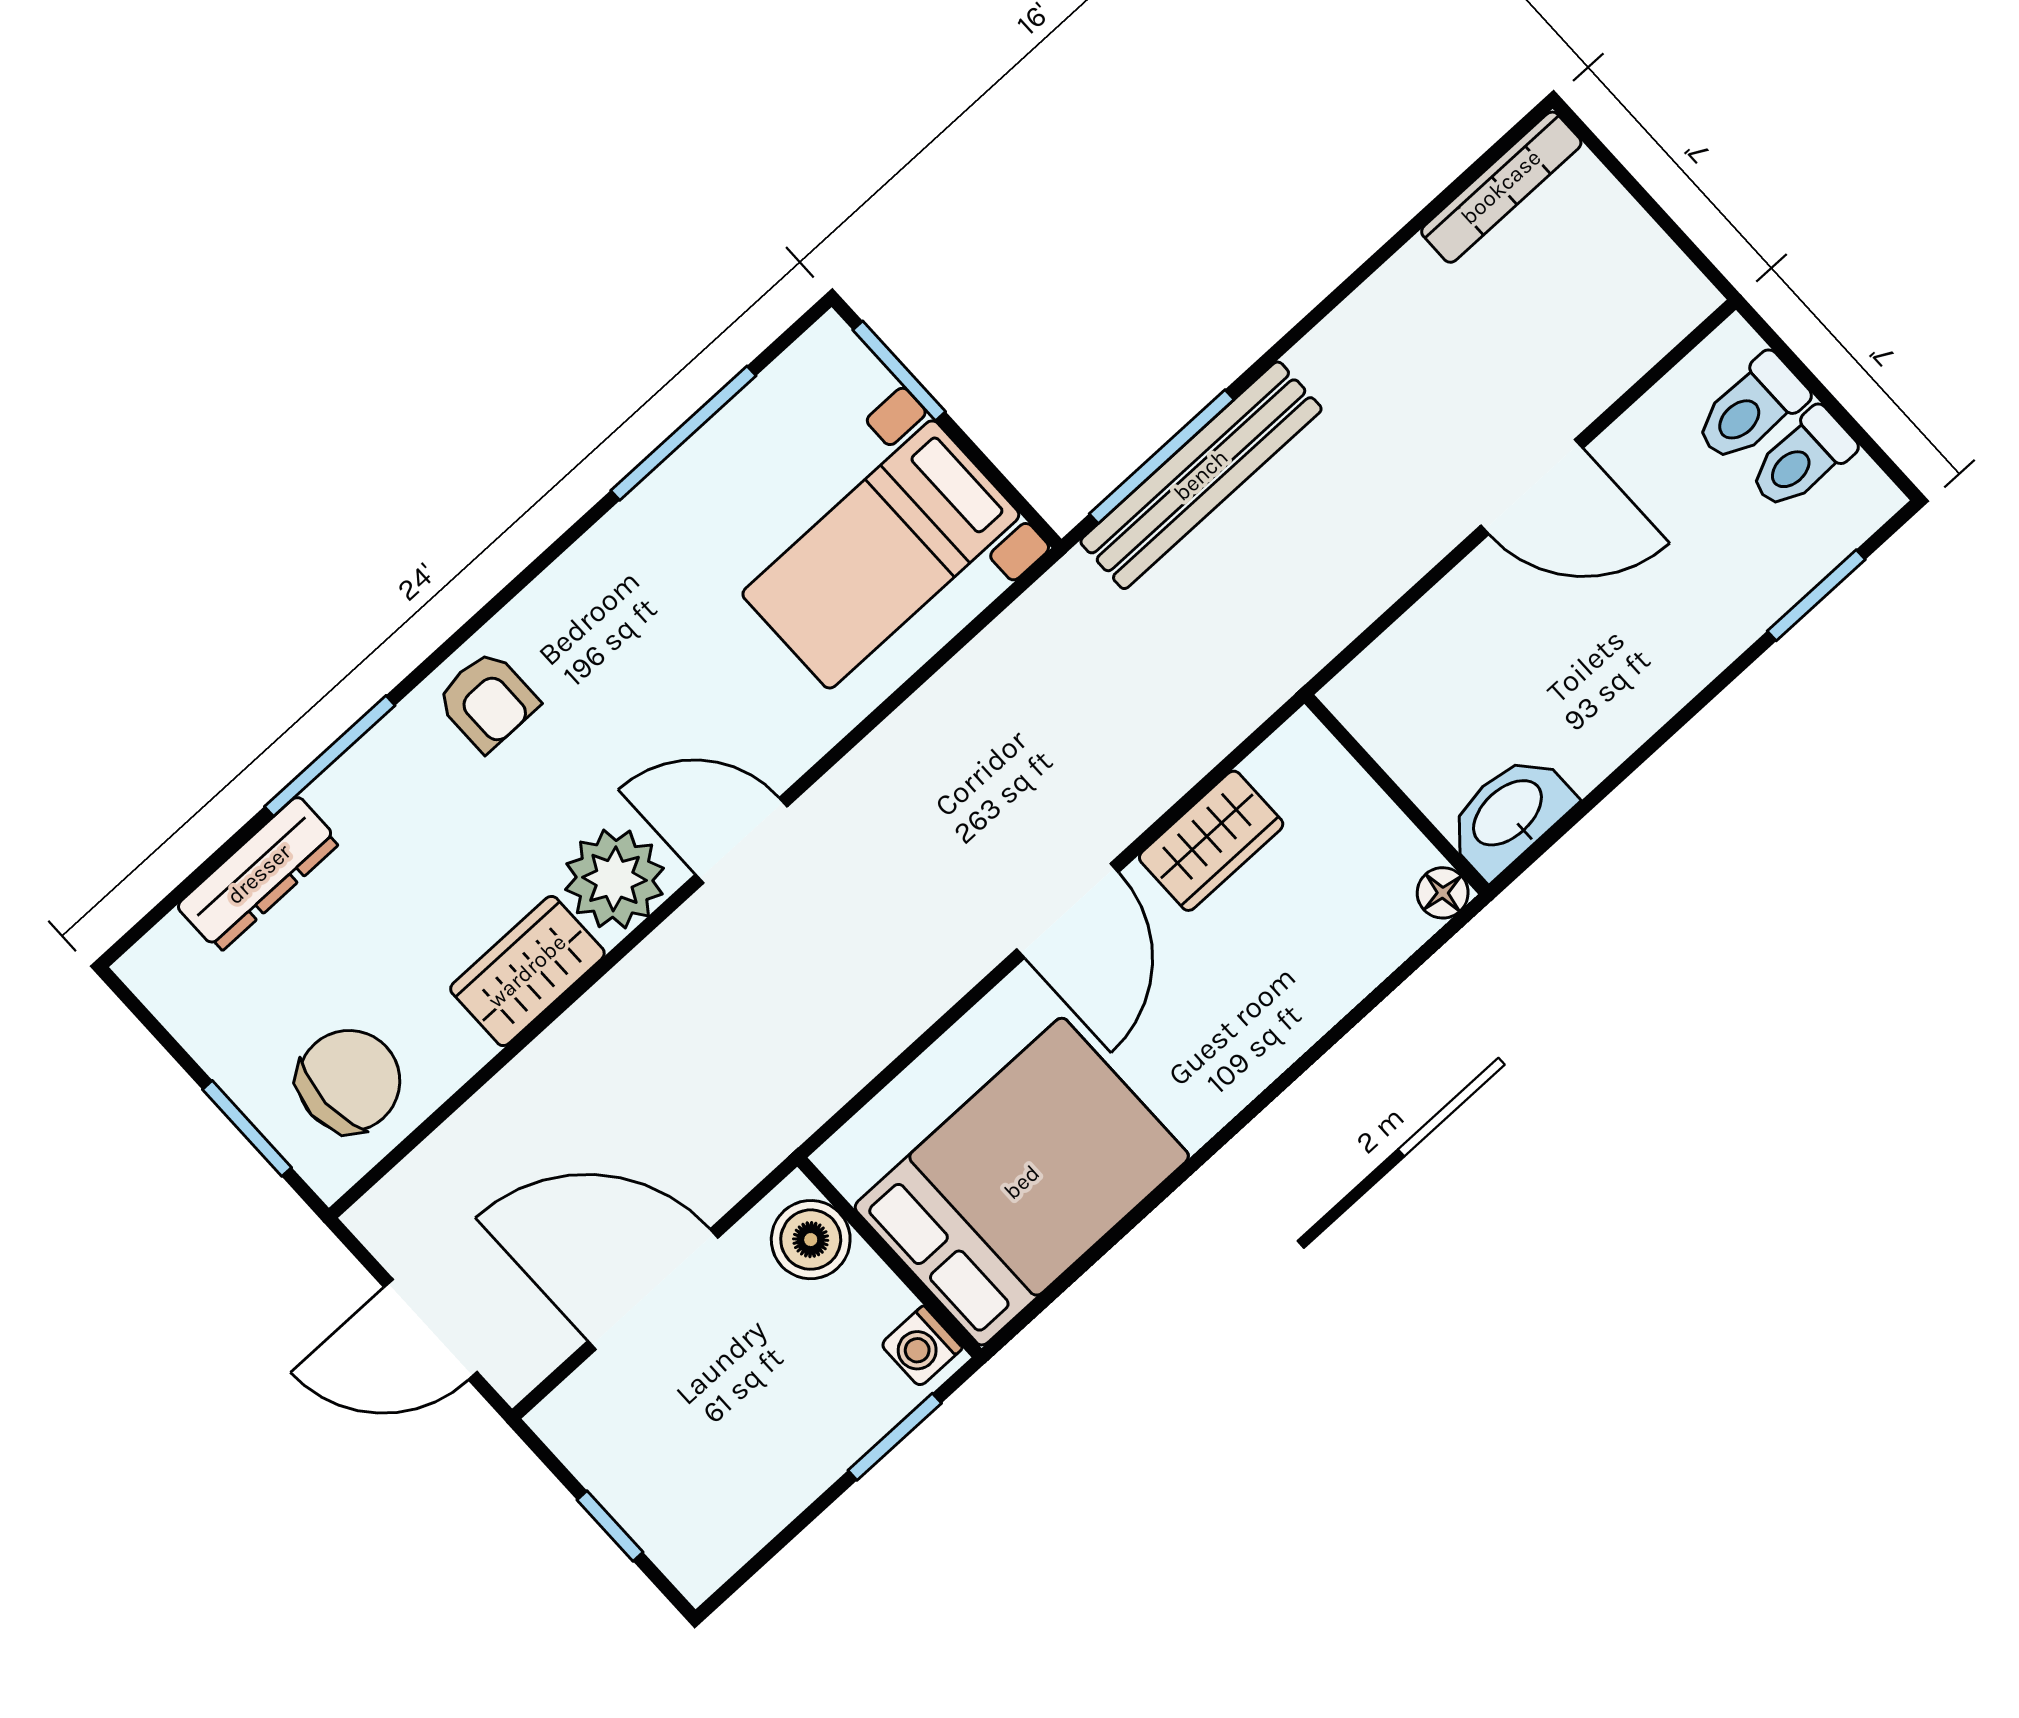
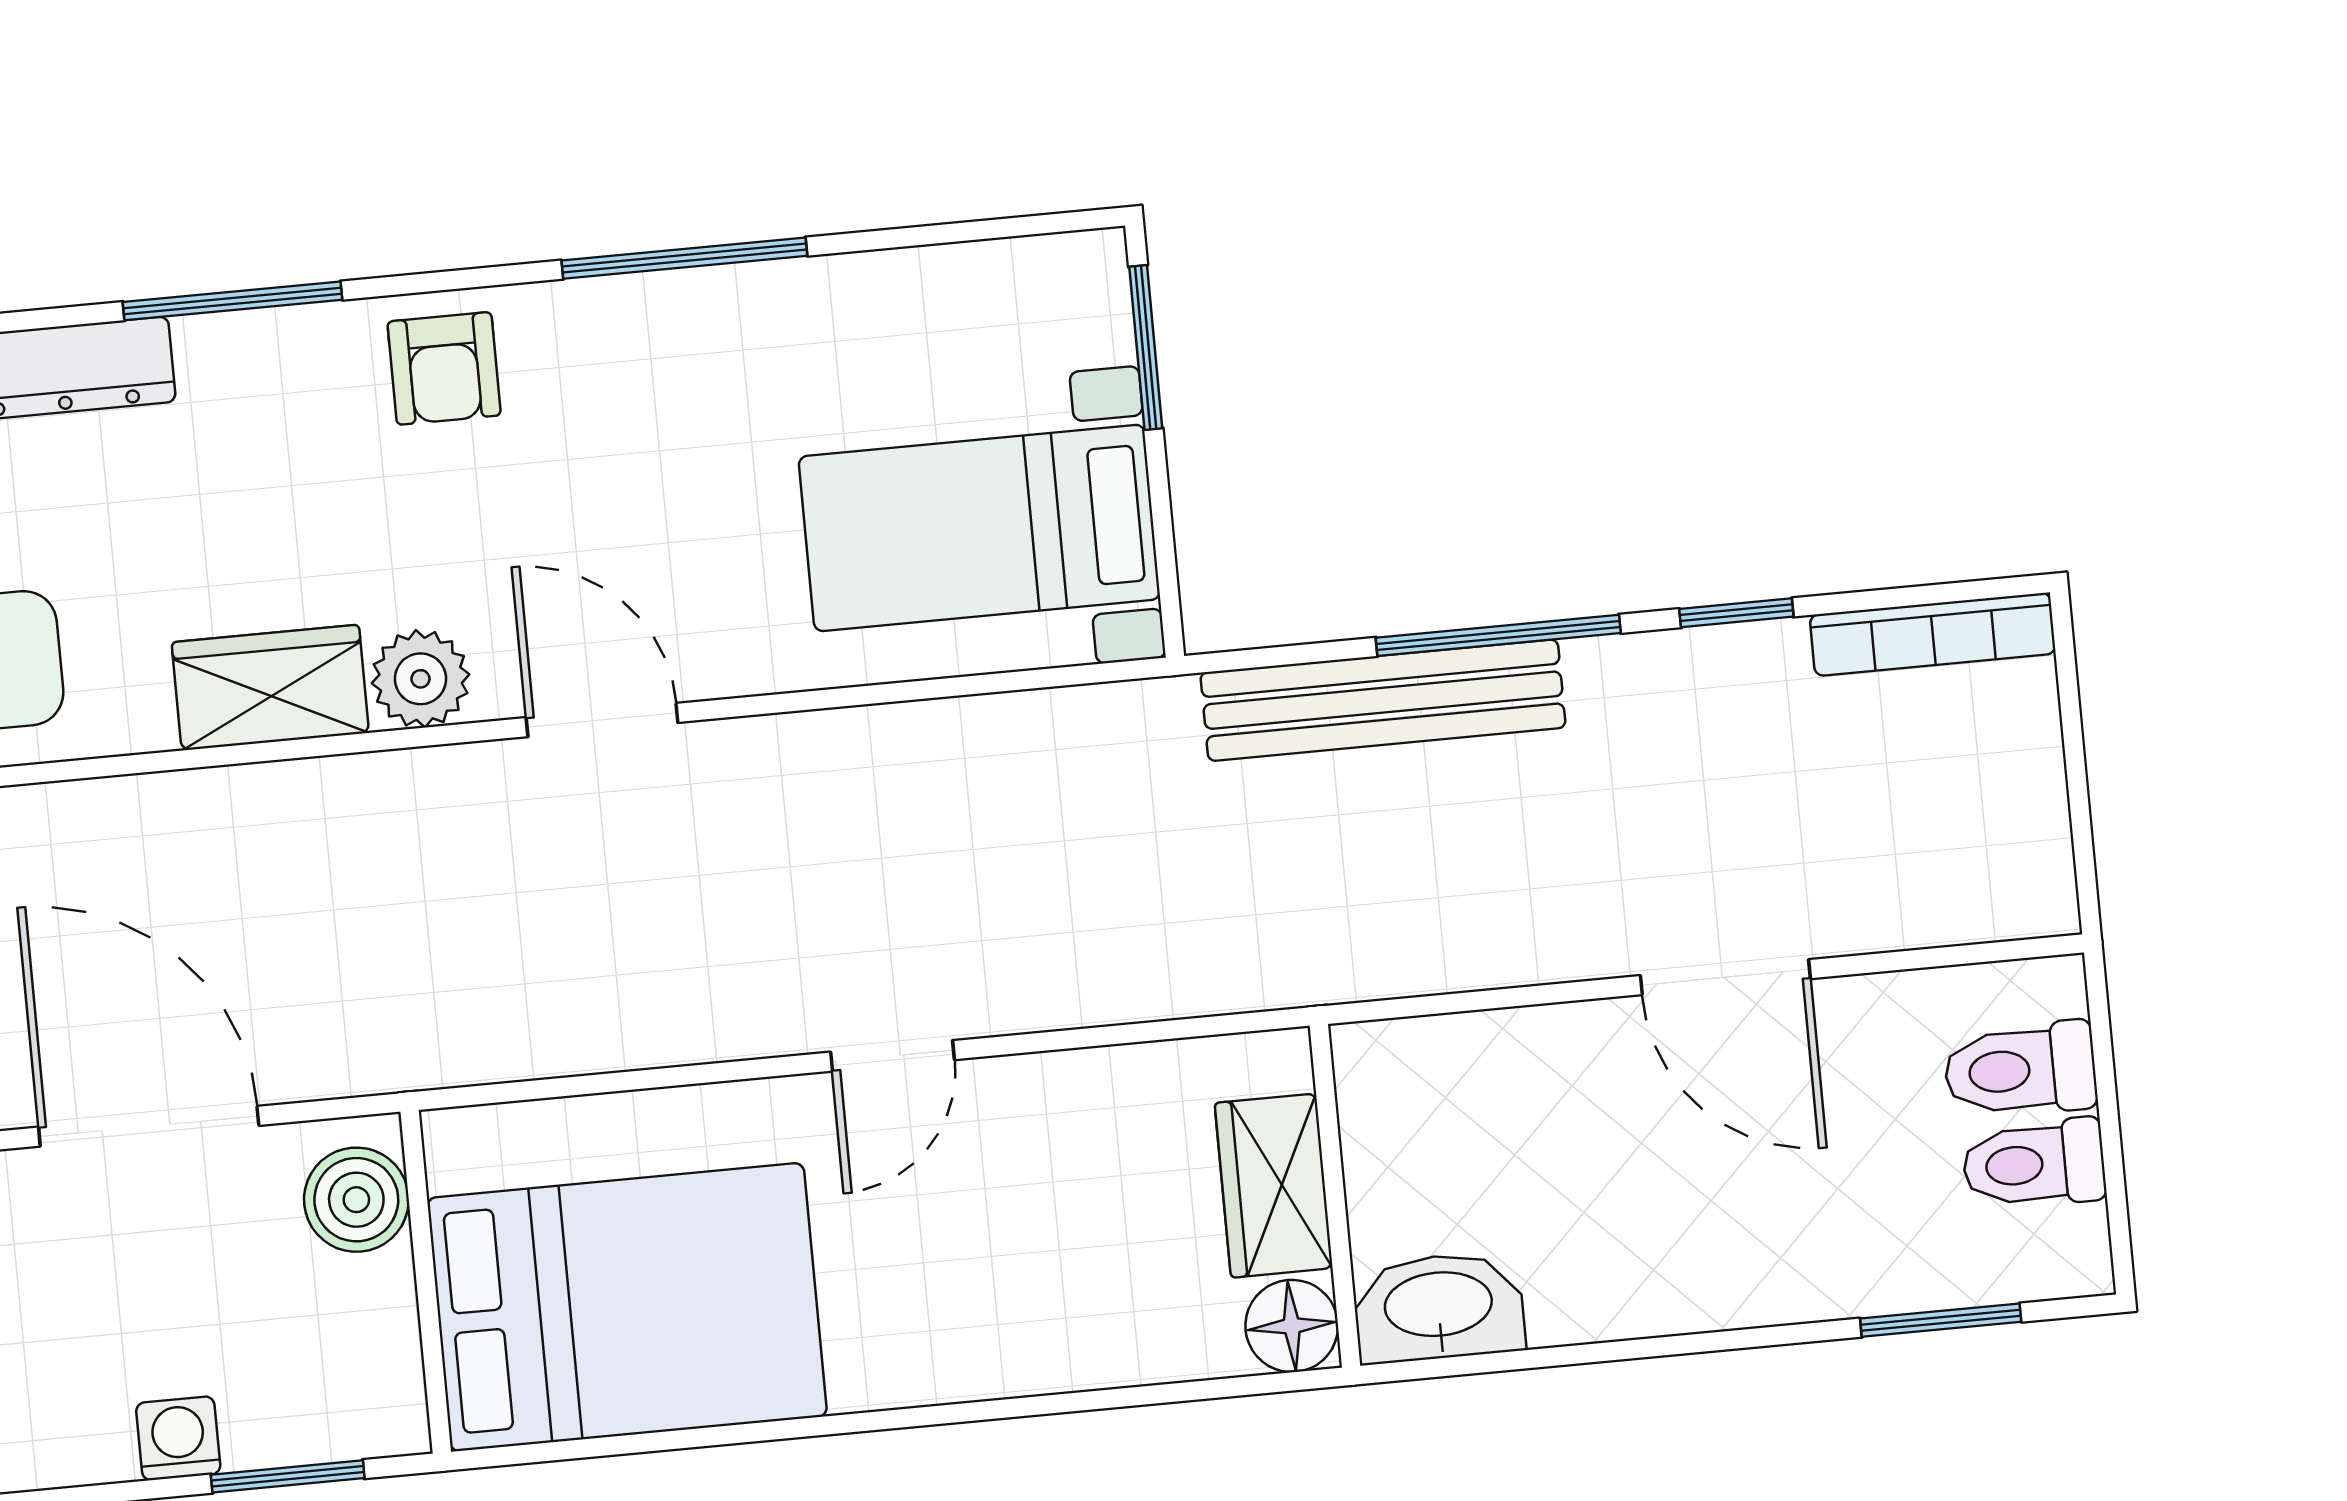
window: (1374, 263) -> (1736, 613), added
window: (683, 433) -> (684, 258), moved
window: (1162, 457) -> (1498, 635), moved
wardrobe: (1211, 841) -> (1274, 1186), moved, turned 90
plant: (614, 879) -> (421, 679), width x0.73, depth x0.73
floor lamp: (1443, 893) -> (1292, 1326), width x1.37, depth x1.37
door: (1068, 911) -> (892, 1056), width x0.73
washing machine: (922, 1346) -> (178, 1438), moved, turned 90

